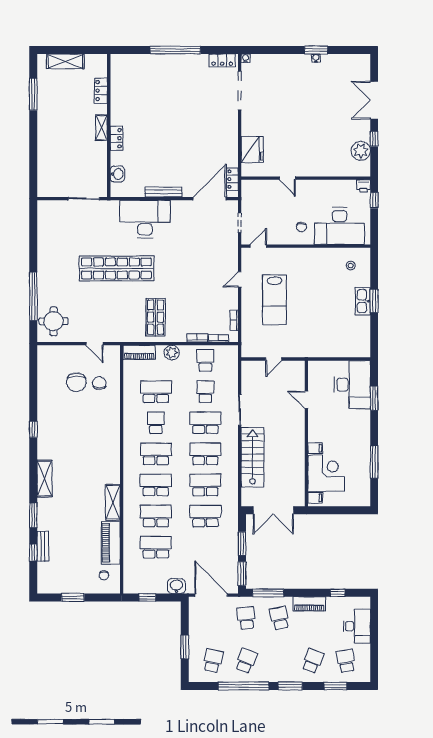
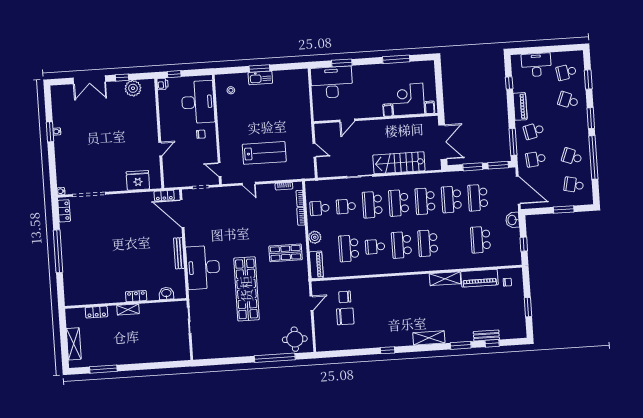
school desk: (156, 516) -> (478, 198), moved
door: (211, 595) -> (518, 190), swing flipped

